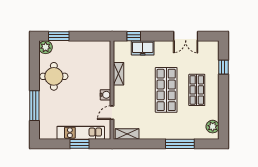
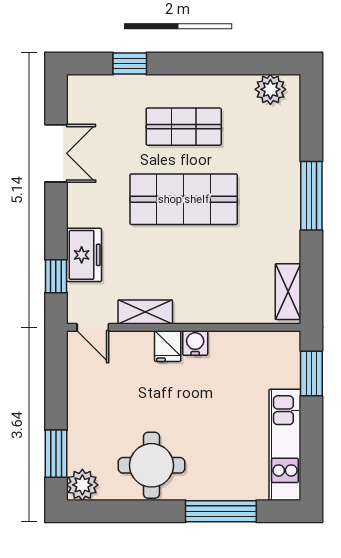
fridge: (104, 83) -> (168, 346), added
door: (112, 113) -> (93, 327), moved
kitchen unit: (81, 133) -> (285, 445), moved
window: (80, 144) -> (311, 373), moved
window: (180, 144) -> (311, 196), moved

